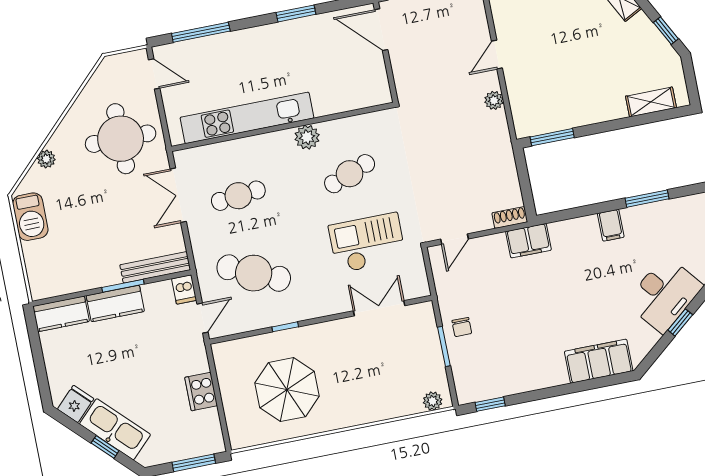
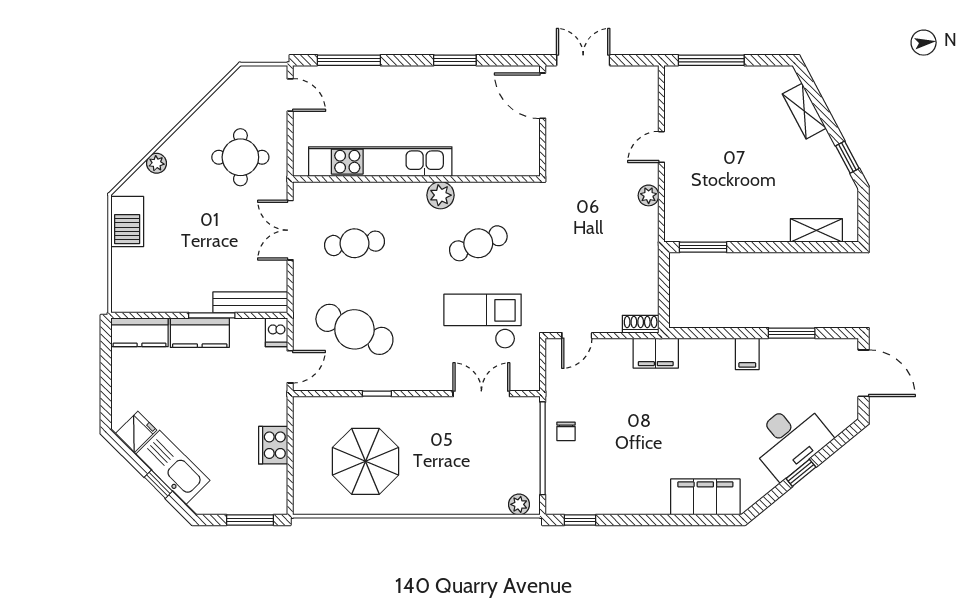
round table: (121, 139) -> (240, 157), width x0.73, depth x0.73
window: (444, 346) -> (543, 448), width x2.11

